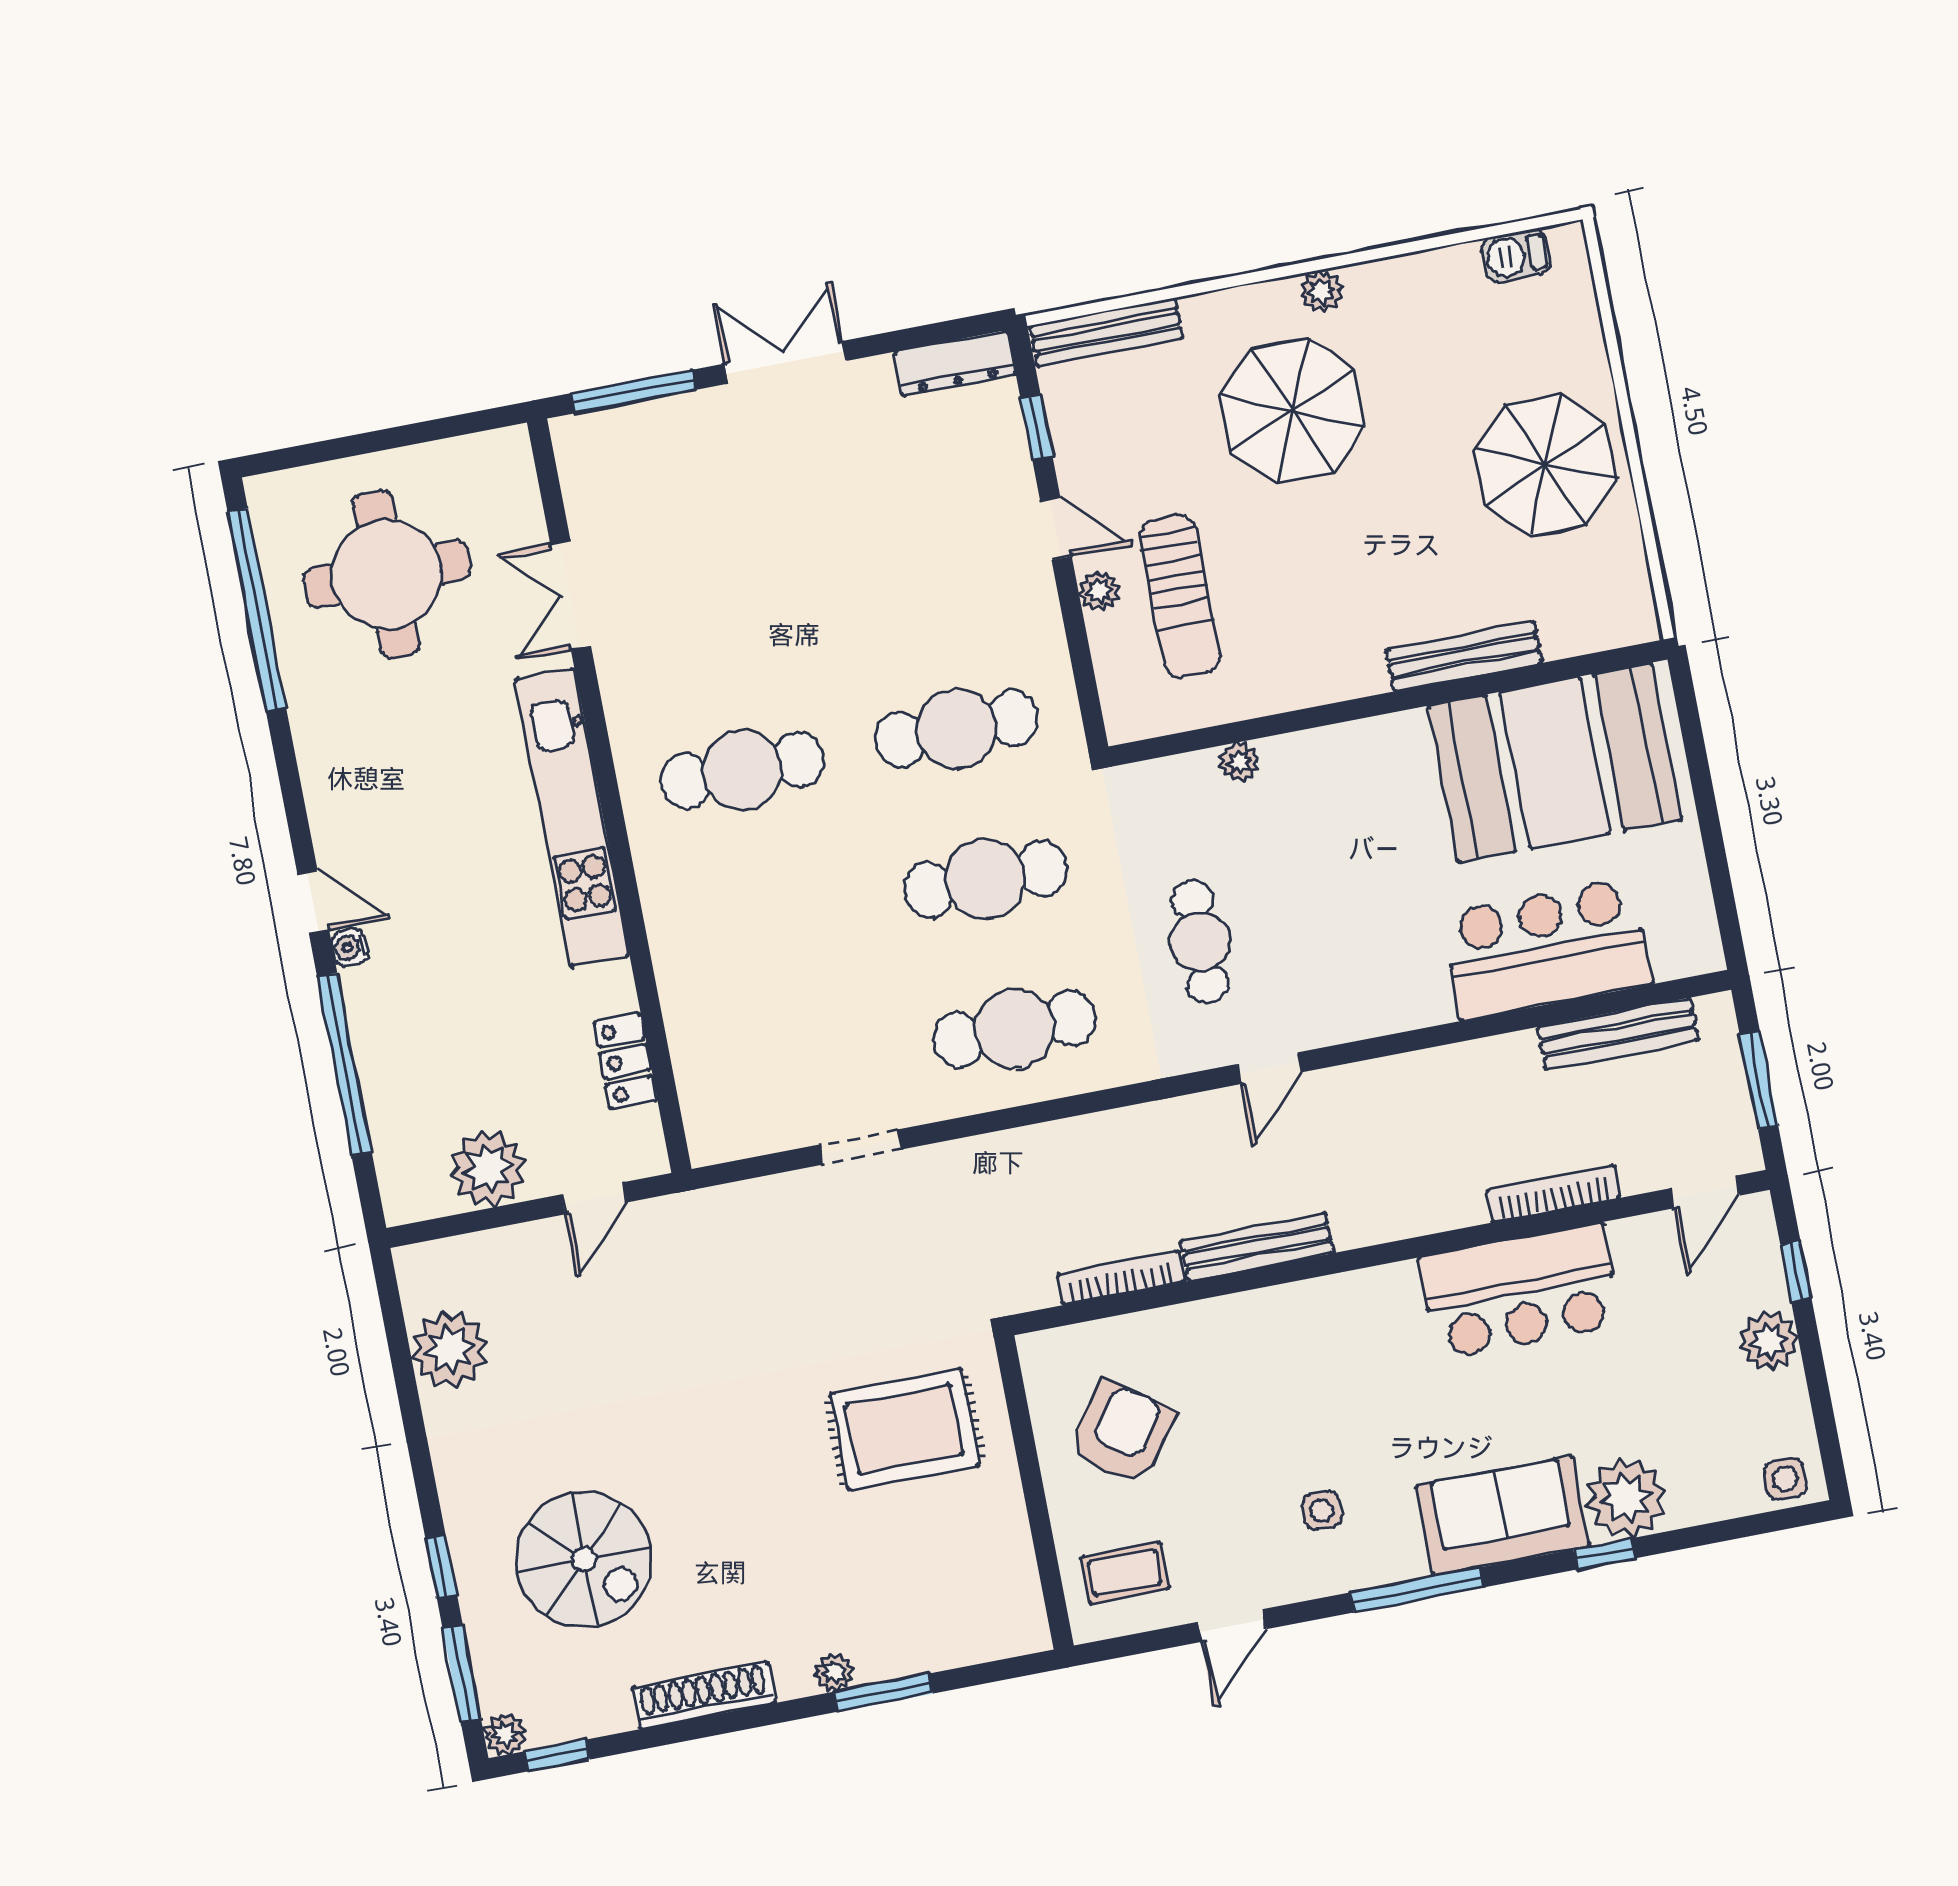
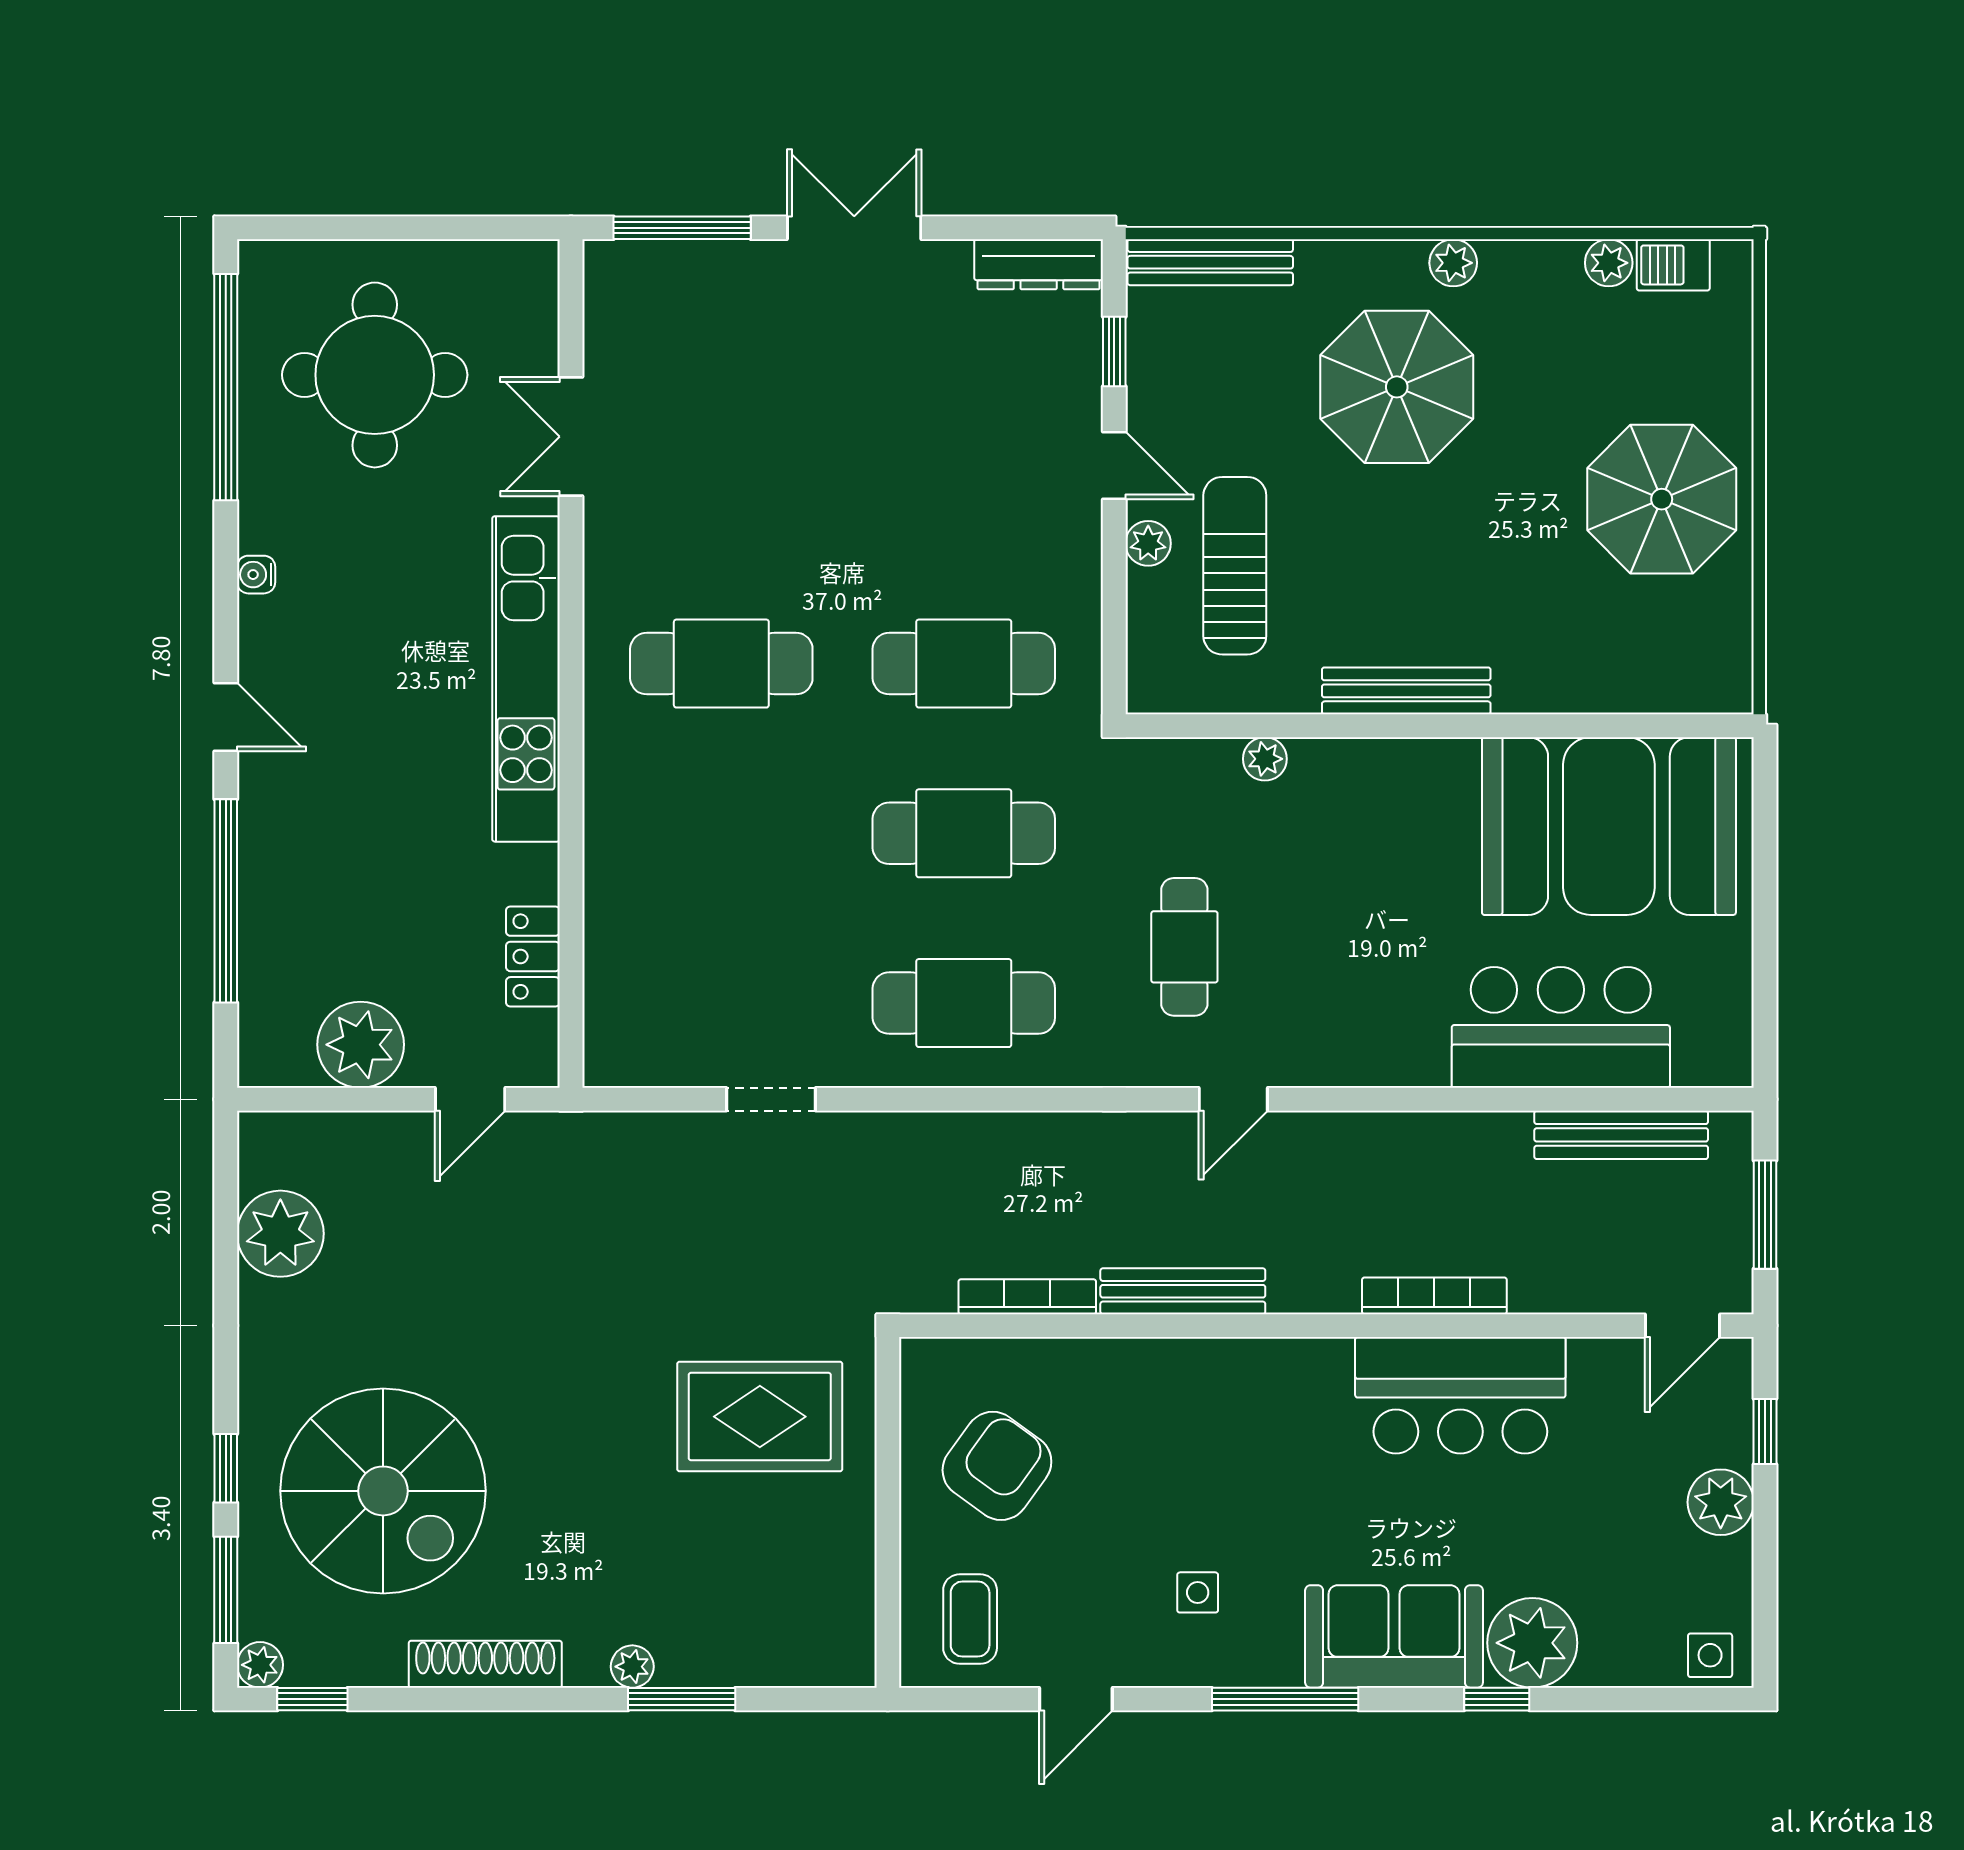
plant: (1459, 265) -> (1609, 263), added
sun lounger: (1180, 596) -> (1235, 566), turned 180
bench: (1464, 656) -> (1406, 691), moved
water cooler: (350, 947) -> (256, 575), moved
bookcase: (1553, 1194) -> (1434, 1296), moved
spiral stairs: (584, 1559) -> (383, 1491), width x1.37, depth x1.37
coffee table: (1125, 1573) -> (970, 1619), turned 90

